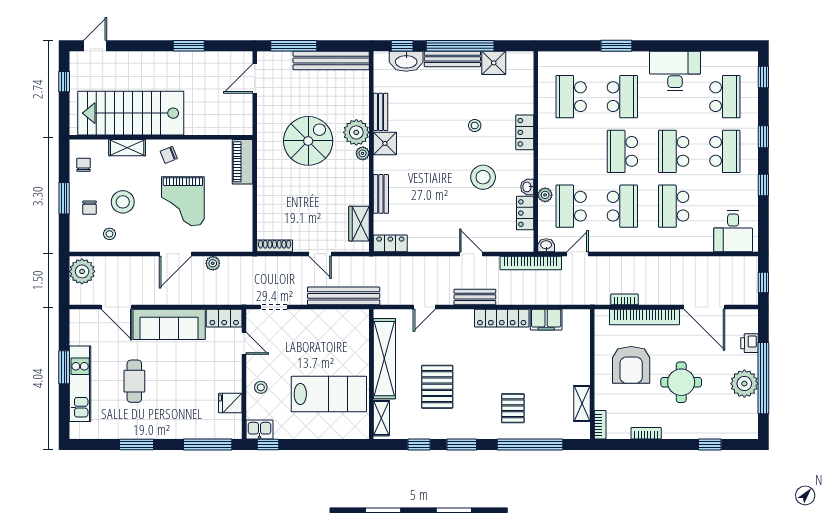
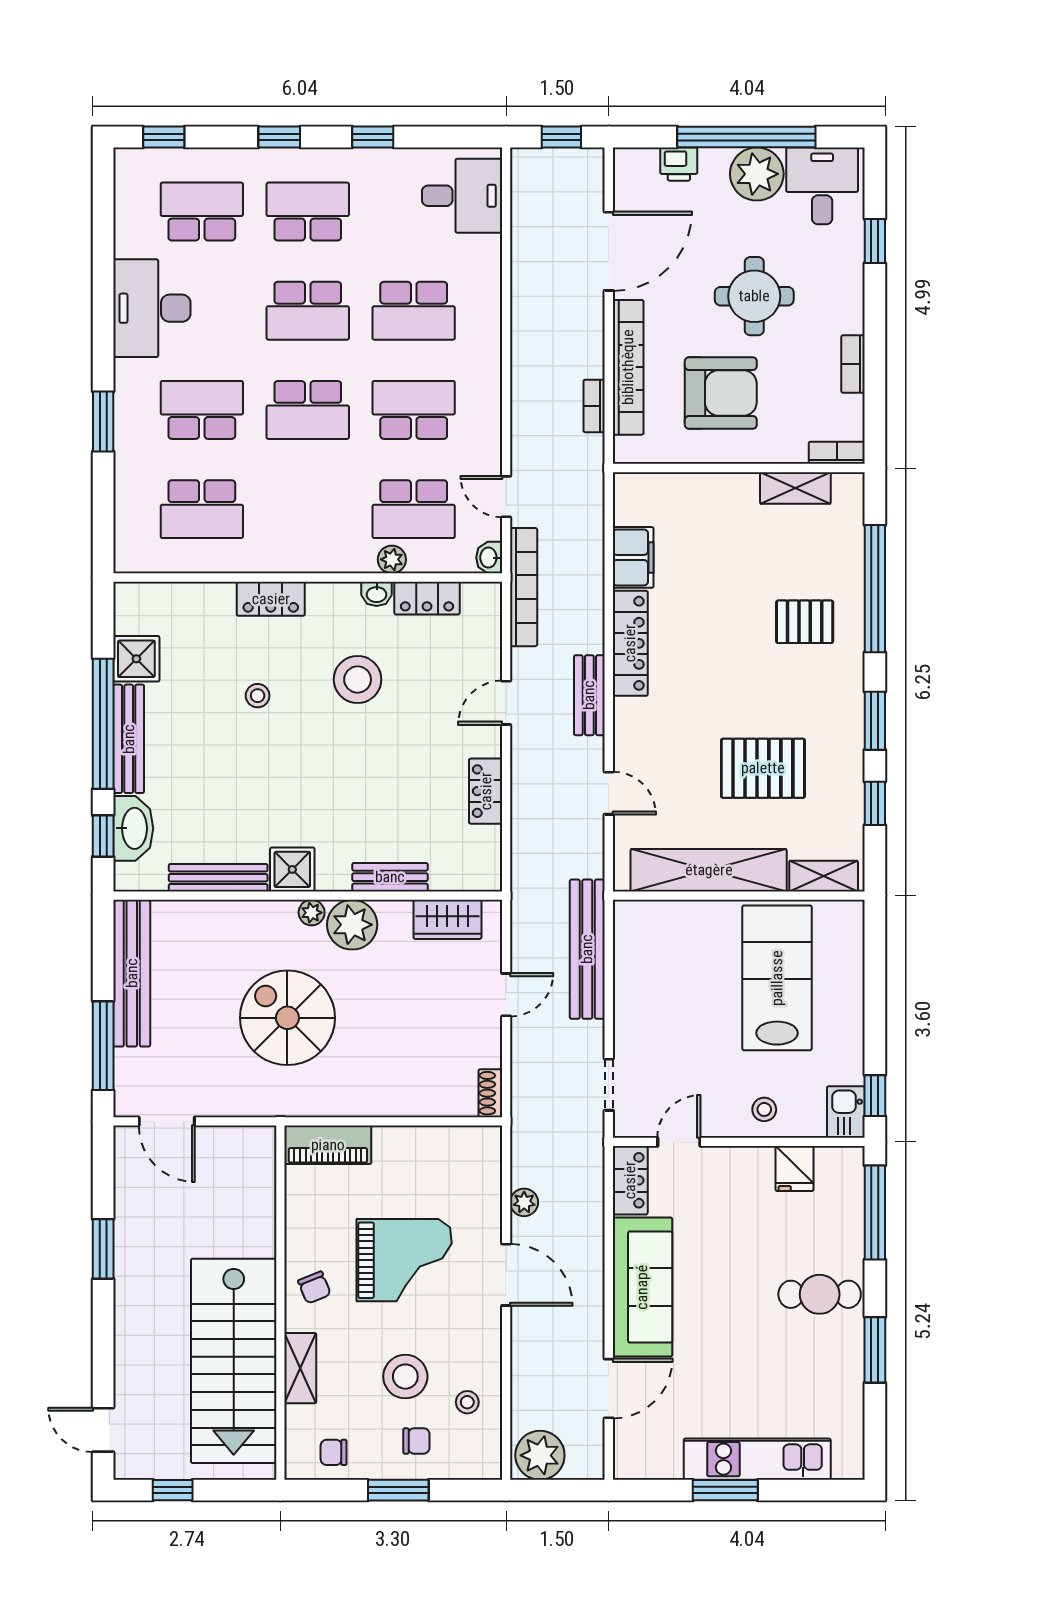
bench: (381, 112) -> (218, 878), width x1.36
plant: (356, 132) -> (352, 925), moved
locker: (390, 243) -> (486, 791), moved
shoe rack: (275, 246) -> (490, 1093), width x0.70
cafe table: (134, 381) -> (820, 1294), moved
desk: (738, 417) -> (822, 186), added

